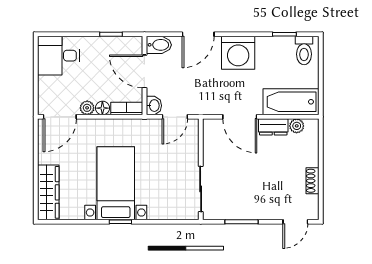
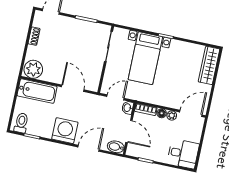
plant: (297, 126) -> (33, 69), width x1.88, depth x1.88
dresser: (273, 127) -> (52, 77), removed
bed with nightstands: (116, 183) -> (145, 58), moved

